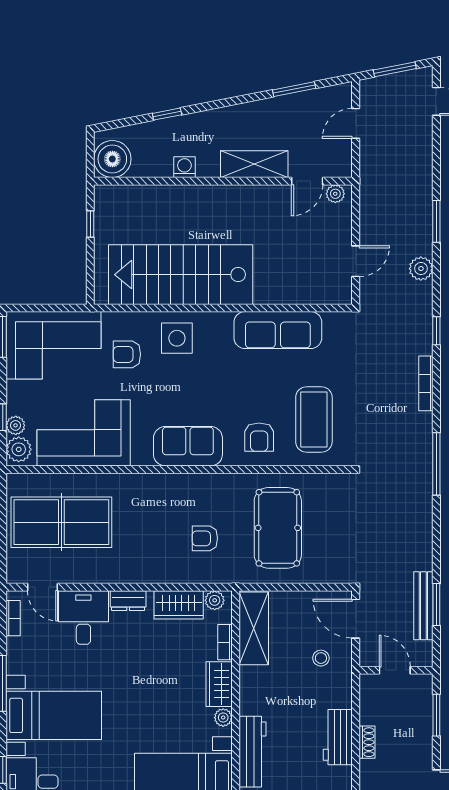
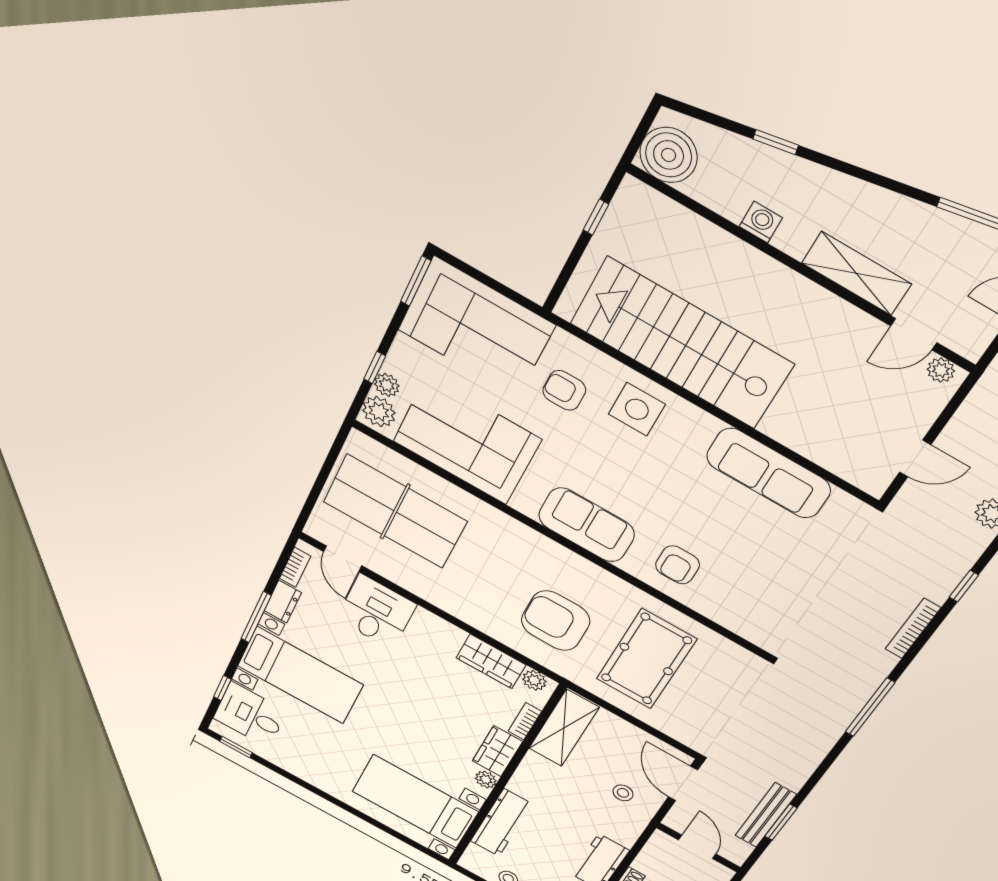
coffee table: (314, 420) -> (754, 586), removed
armchair: (205, 538) -> (556, 621), width x1.88, depth x1.88
dresser: (128, 601) -> (283, 602), moved, turned -90

